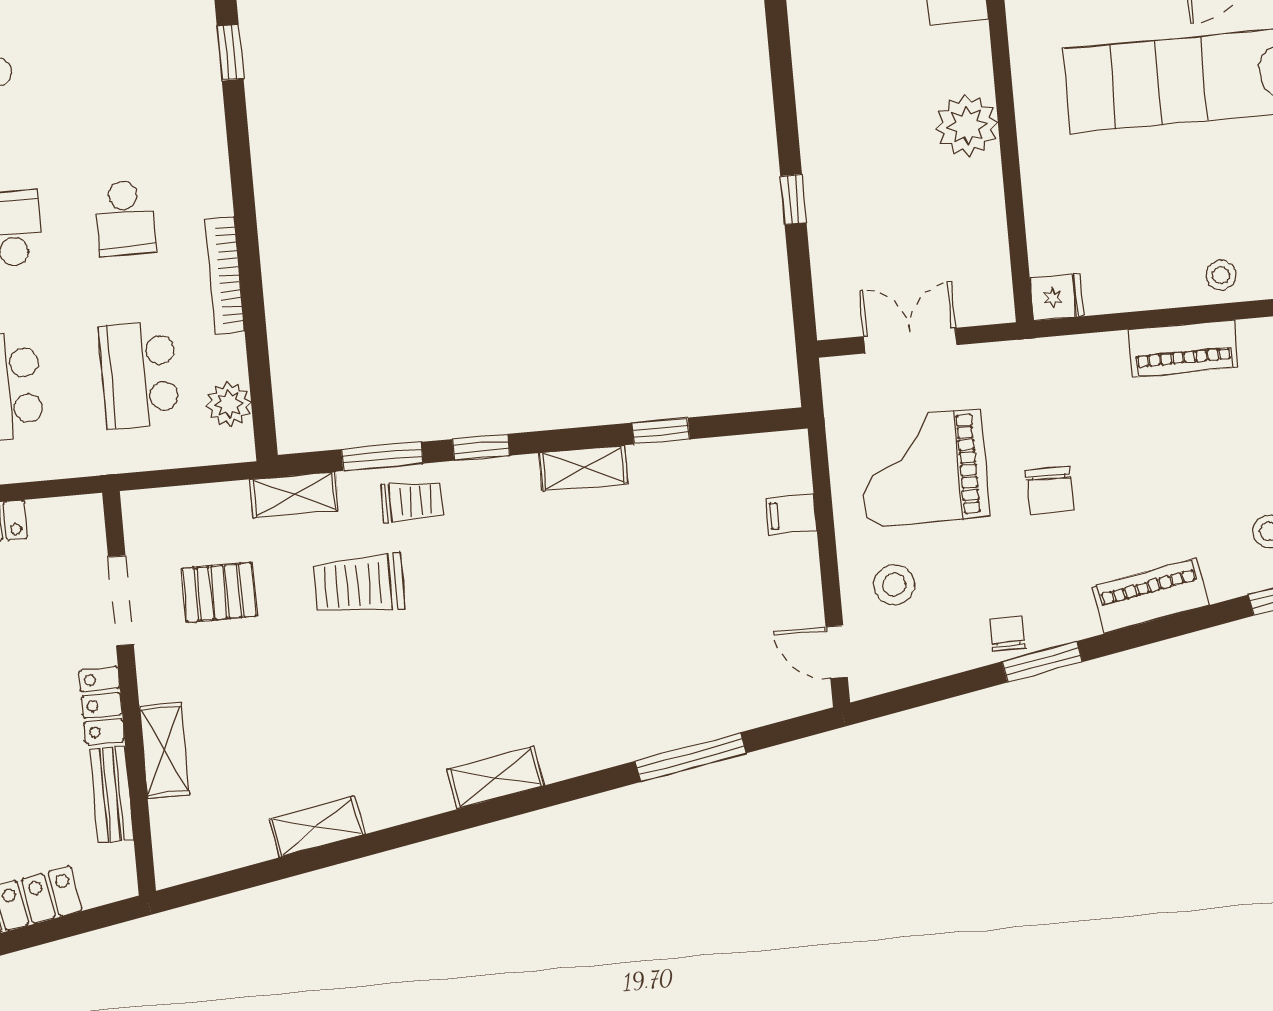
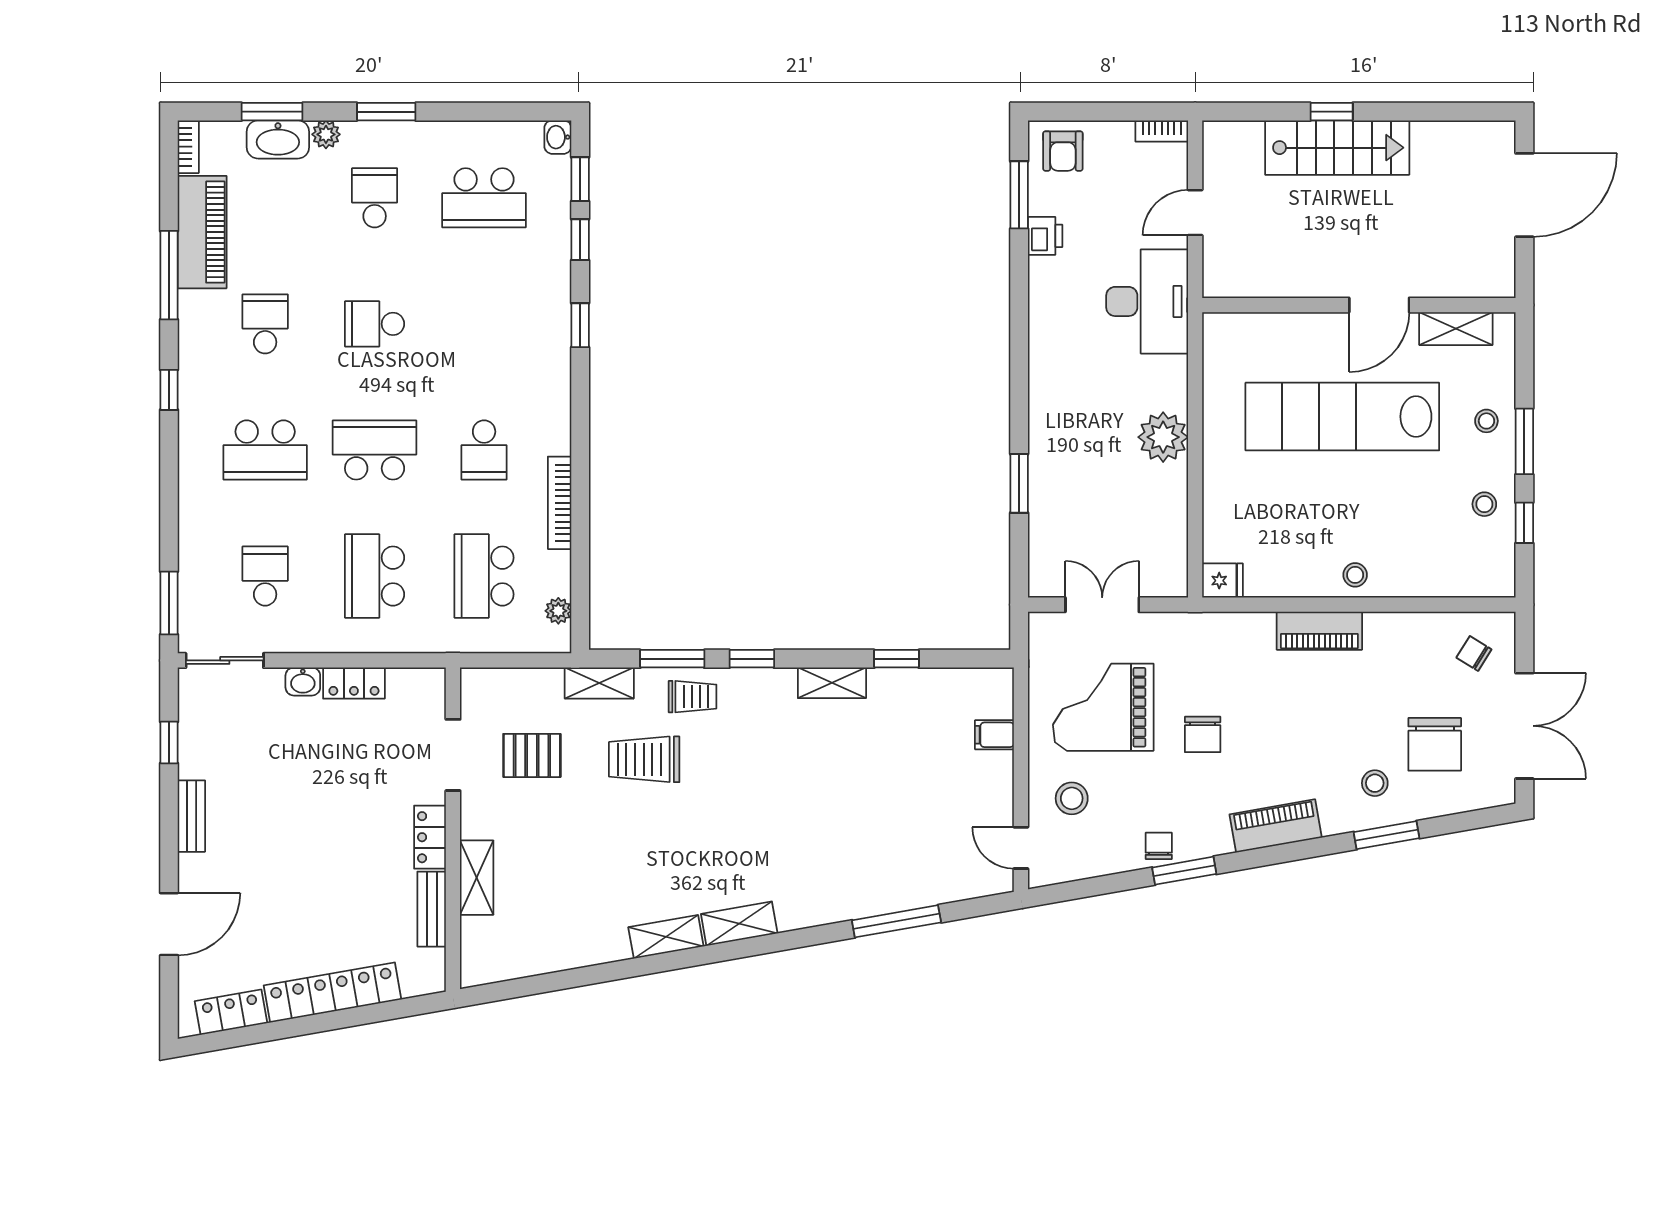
window: (793, 199) -> (1019, 483), width x1.50
plant: (229, 404) -> (558, 611), width x0.73, depth x0.73
shelving: (317, 827) -> (666, 937), moved

